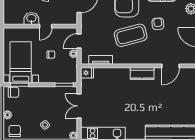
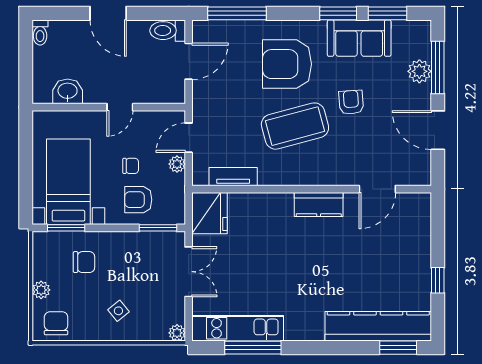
washbasin: (31, 18) -> (68, 91), moved
armchair: (55, 71) -> (138, 200), added
fridge: (87, 73) -> (209, 213), width x1.88, depth x1.34
chair: (13, 92) -> (84, 262), moved
double door: (79, 106) -> (189, 272), swing flipped

